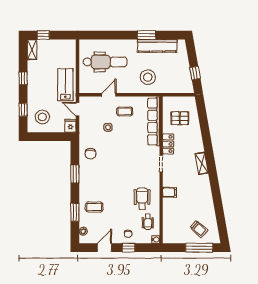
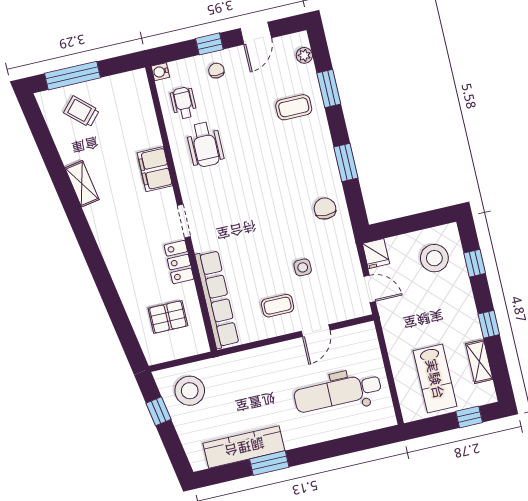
shelving: (32, 50) -> (479, 362), moved
stool: (148, 77) -> (190, 391), moved
lab bench: (65, 85) -> (435, 379), moved
shelving: (202, 163) -> (82, 184), moved
filing cabinet: (169, 192) -> (155, 169), width x2.00

